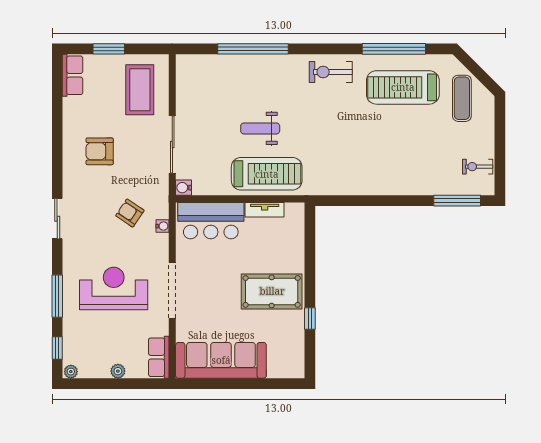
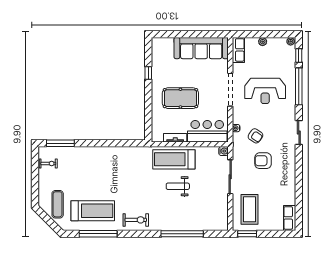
window: (109, 49) -> (247, 234), moved
weight bench: (260, 128) -> (178, 186), turned 180
armchair: (100, 151) -> (263, 161), moved, turned 180
pool table: (272, 291) -> (180, 98), moved
window: (57, 296) -> (299, 86), width x1.46

